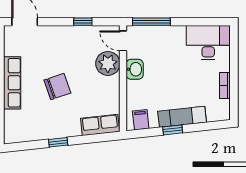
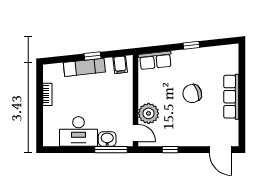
desk: (208, 43) -> (78, 131), moved
washbasin: (135, 69) -> (107, 139), moved, turned 90

